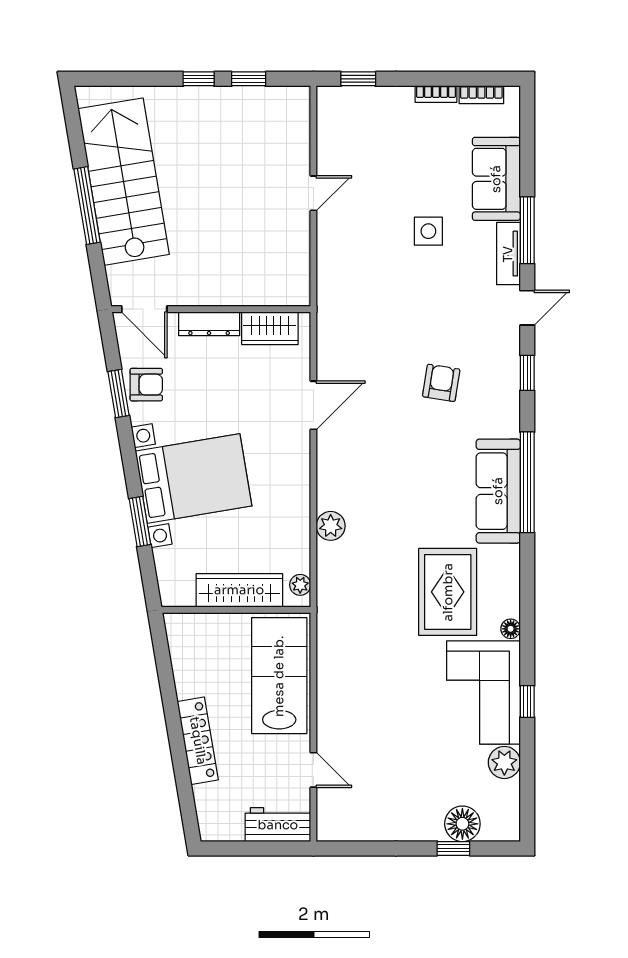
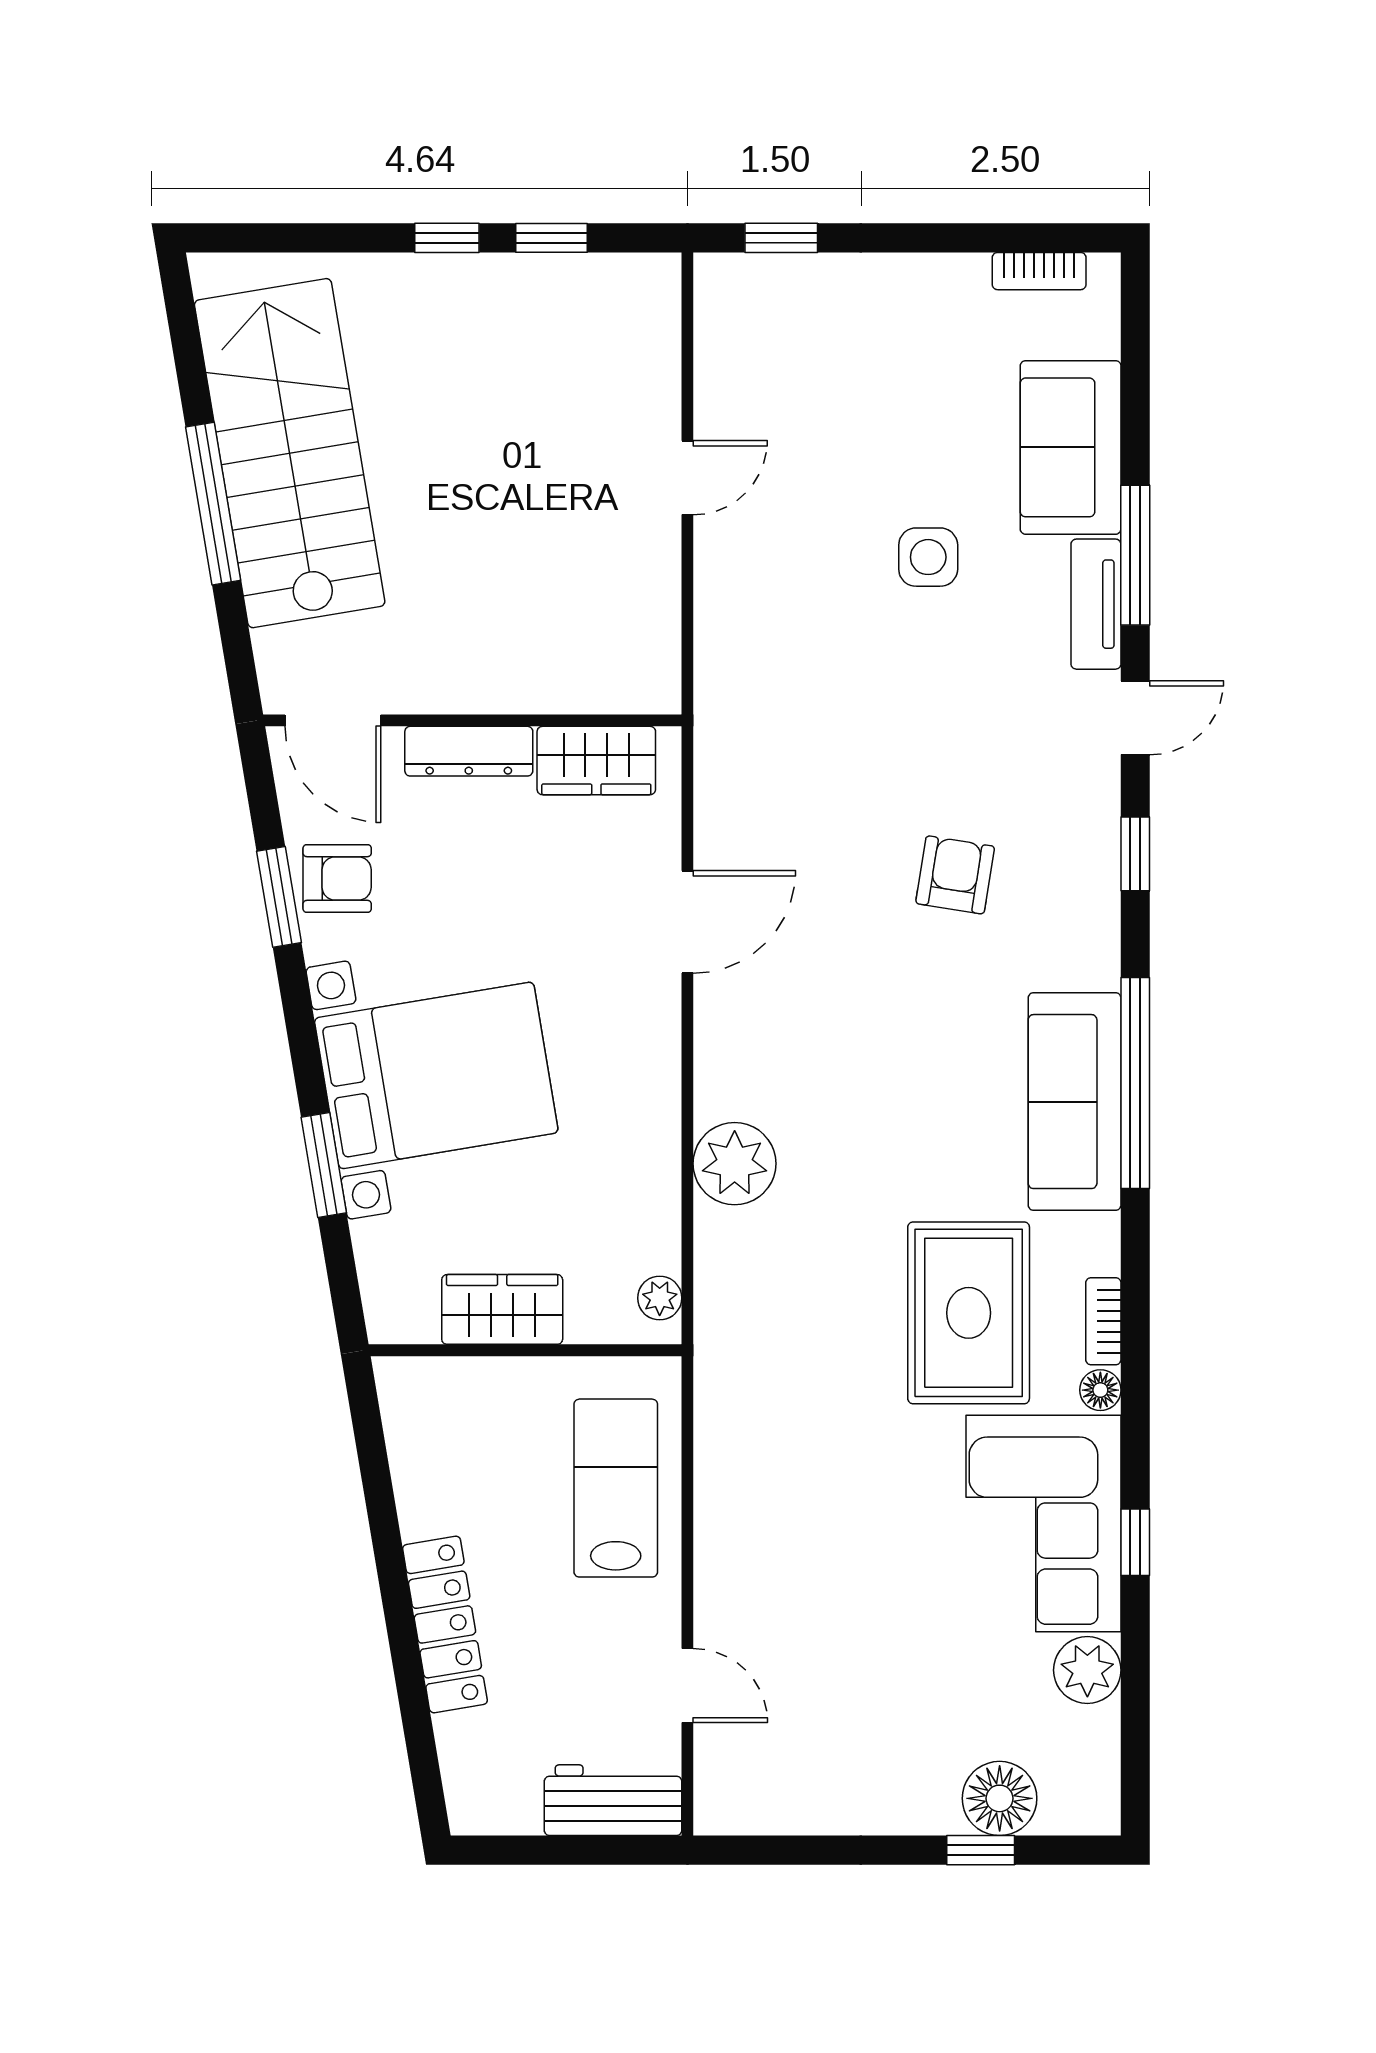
bookcase: (436, 94) -> (1103, 1321), moved, turned 90
plant: (331, 526) -> (735, 1164), width x1.36, depth x1.36
wardrobe: (239, 590) -> (502, 1309), width x0.67
lab bench: (279, 676) -> (616, 1488), width x0.73, depth x0.72

